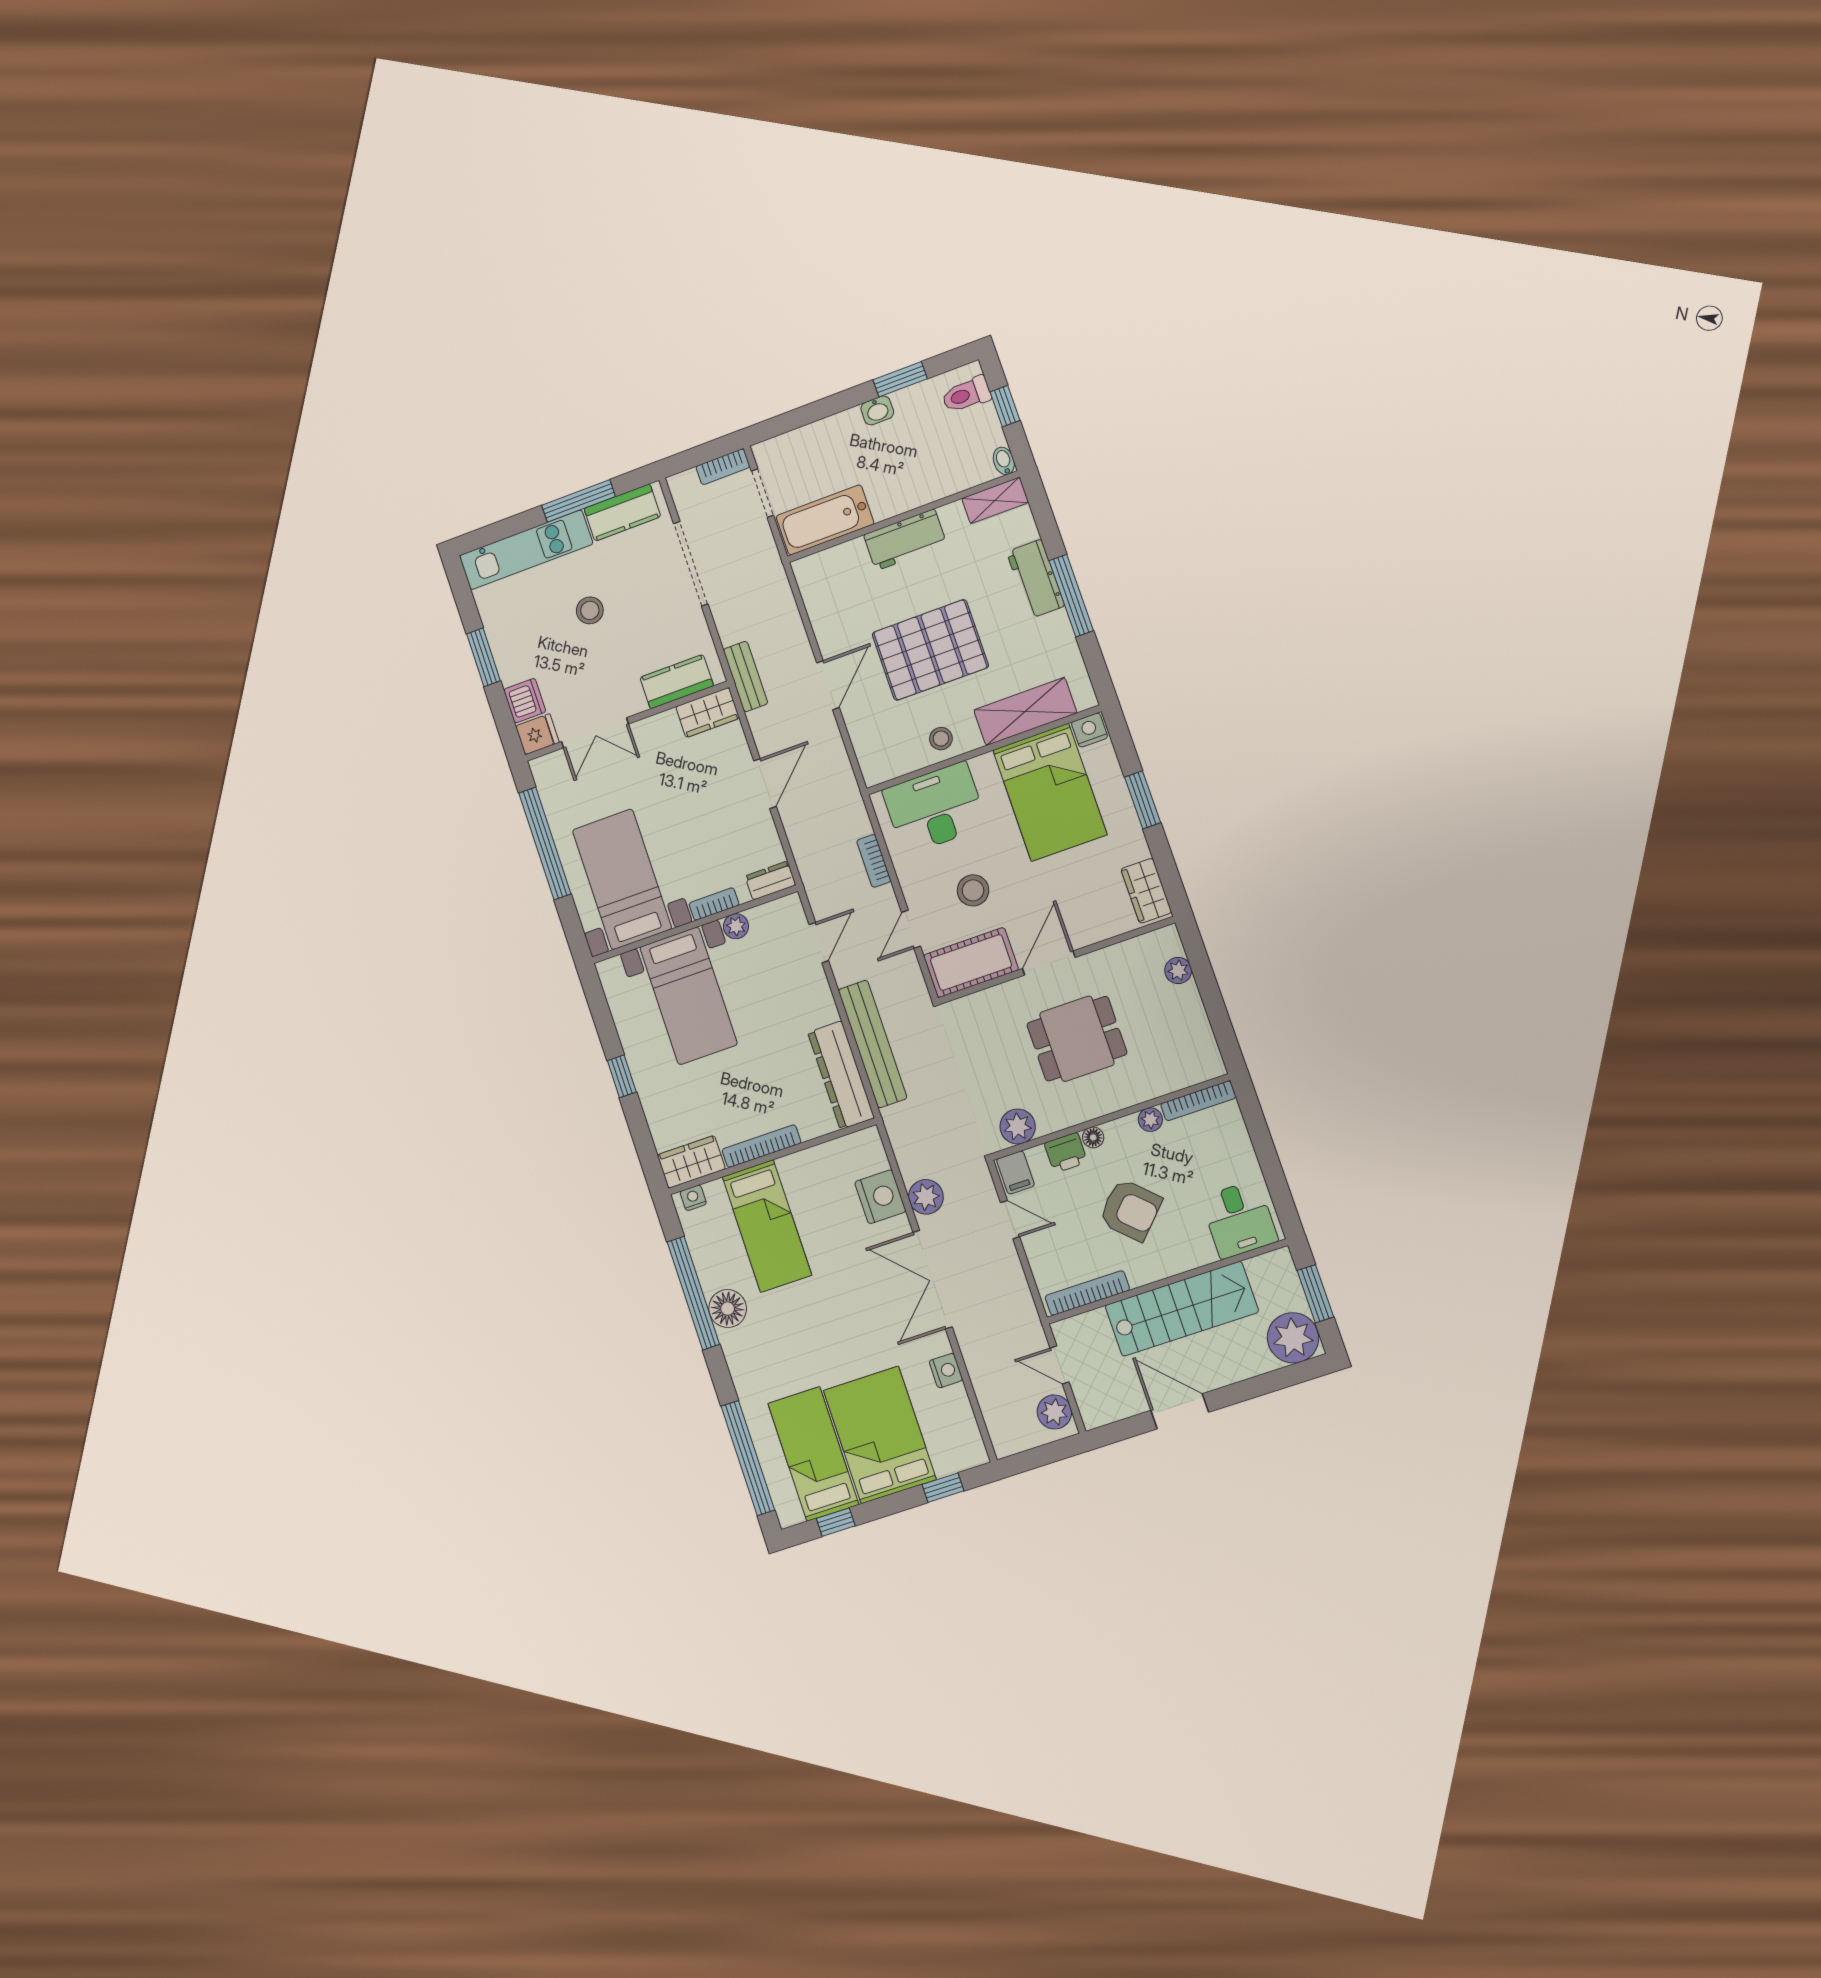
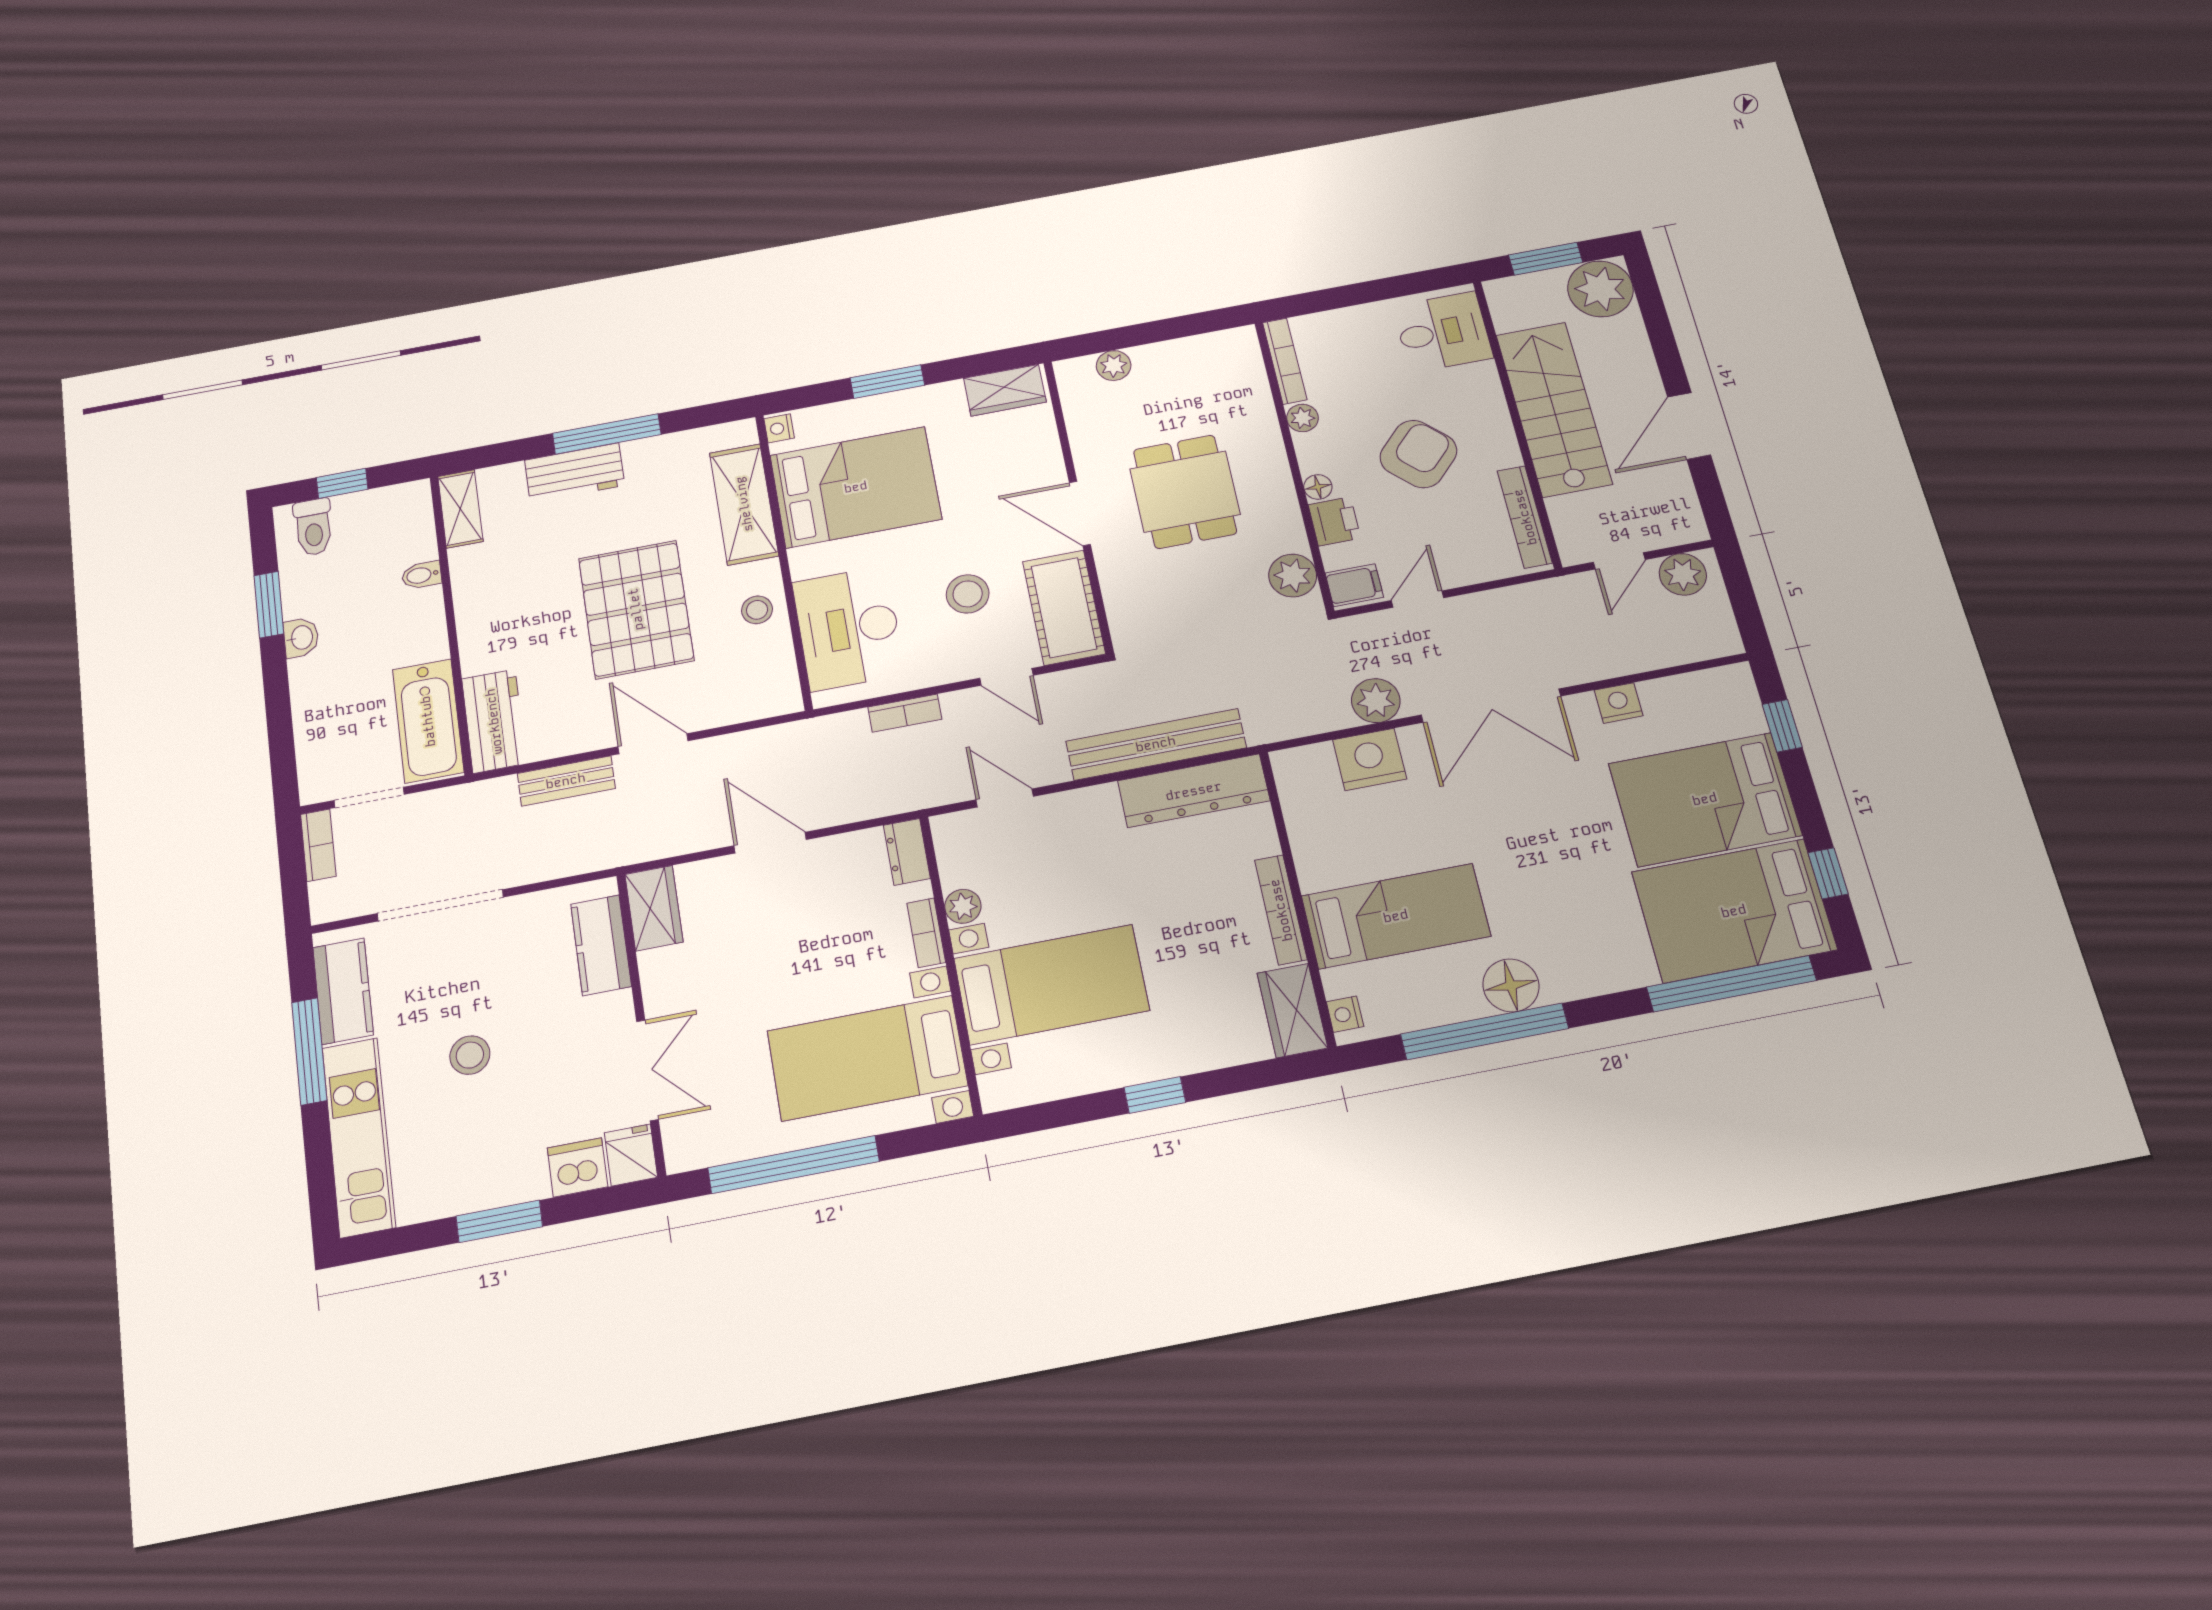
bidet: (1004, 461) -> (422, 575), moved
workbench: (905, 540) -> (494, 721), moved
bench: (746, 677) -> (566, 781), moved
nightstand: (1089, 730) -> (779, 428), width x0.72, depth x0.74
bed: (813, 1454) -> (1734, 911), width x1.50

